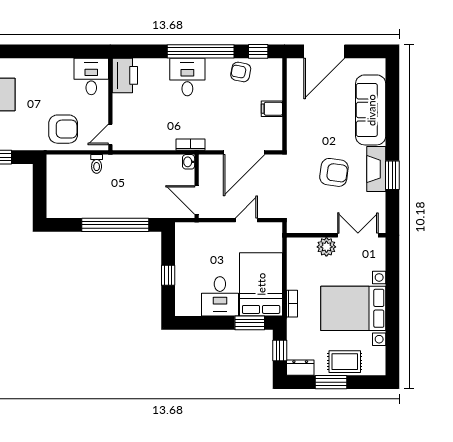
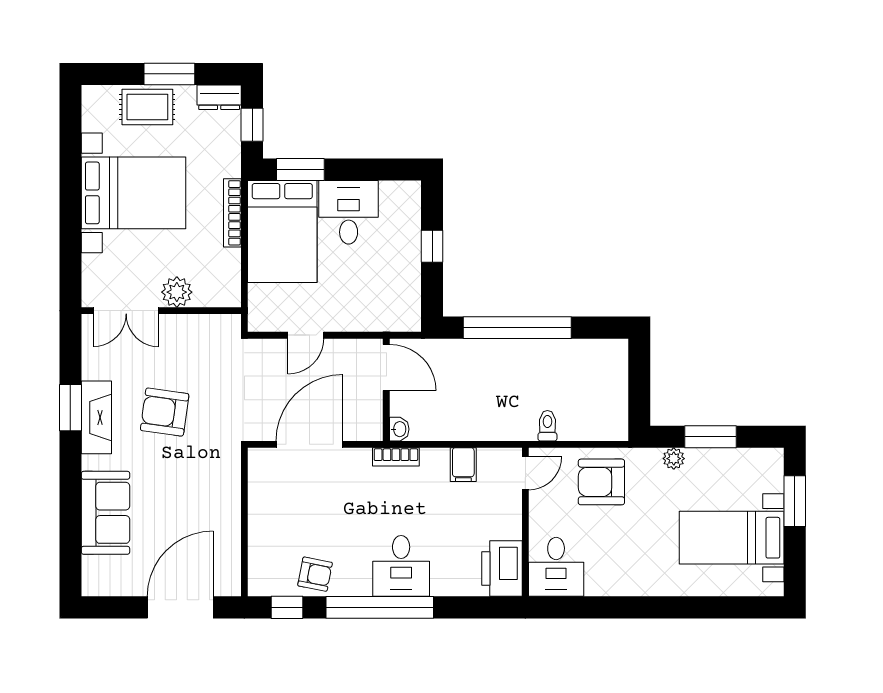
filing cabinet: (272, 109) -> (463, 465), moved, turned 90
sofa: (371, 110) -> (105, 513), width x0.73
plant: (18, 144) -> (674, 459), added
bookcase: (292, 304) -> (232, 213), width x1.56

